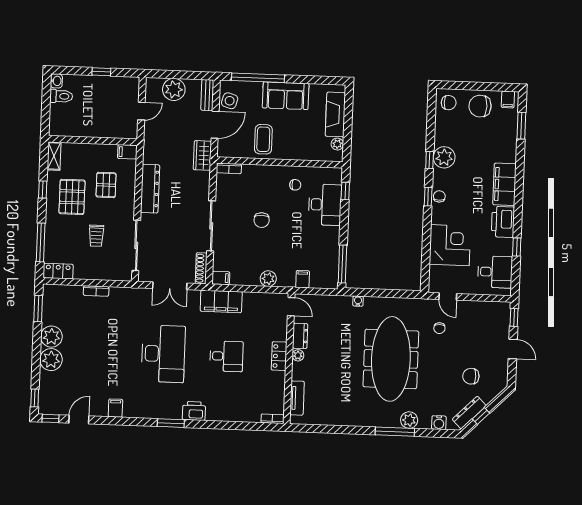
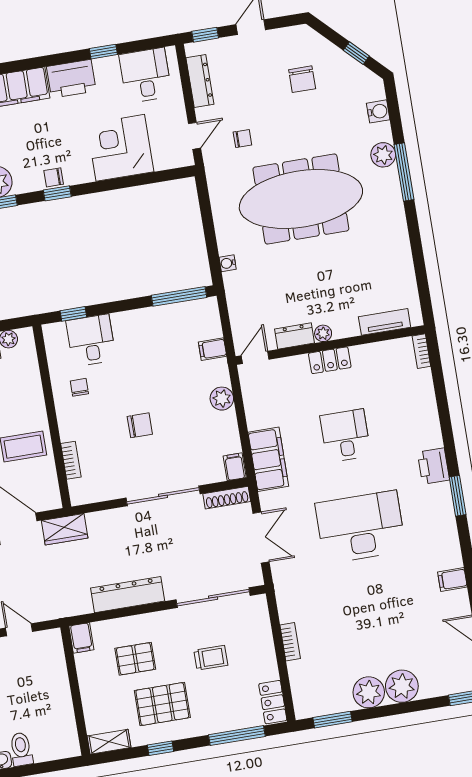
bookcase: (229, 168) -> (71, 460), moved
desk: (325, 205) -> (91, 340), width x0.73
dresser: (469, 413) -> (200, 81), moved, turned -135

